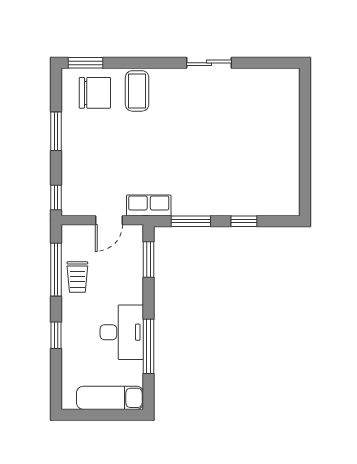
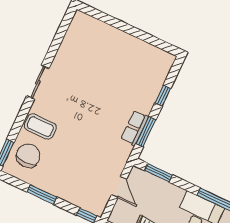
sliding door: (209, 63) -> (38, 82), moved
row of seats: (149, 206) -> (135, 128), moved

